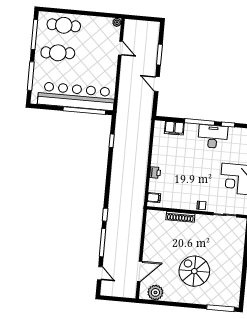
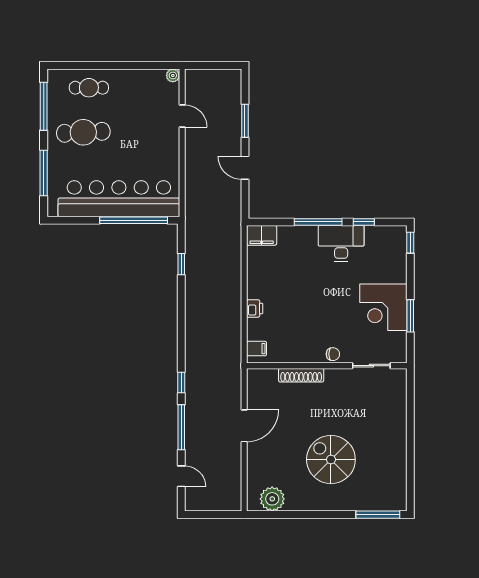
cafe table: (64, 25) -> (89, 88), width x0.73, depth x0.74
filing cabinet: (174, 128) -> (262, 235), moved
door: (140, 271) -> (244, 426), moved

